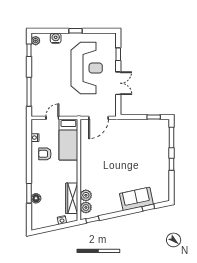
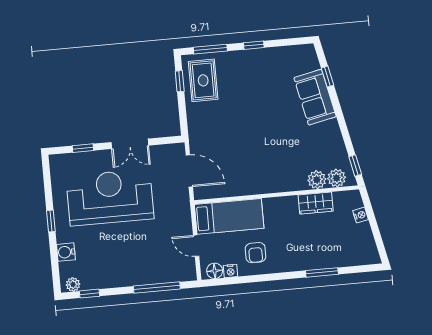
double door: (118, 83) -> (130, 144), swing flipped
rug: (153, 131) -> (203, 80), added
floor lamp: (36, 198) -> (215, 271), moved
wardrobe: (72, 198) -> (316, 203), width x0.67

